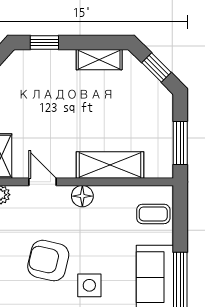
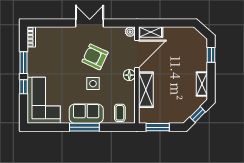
door: (43, 182) -> (137, 54), width x1.87
armchair: (48, 261) -> (95, 57), turned -78
side table: (89, 285) -> (93, 84), moved

